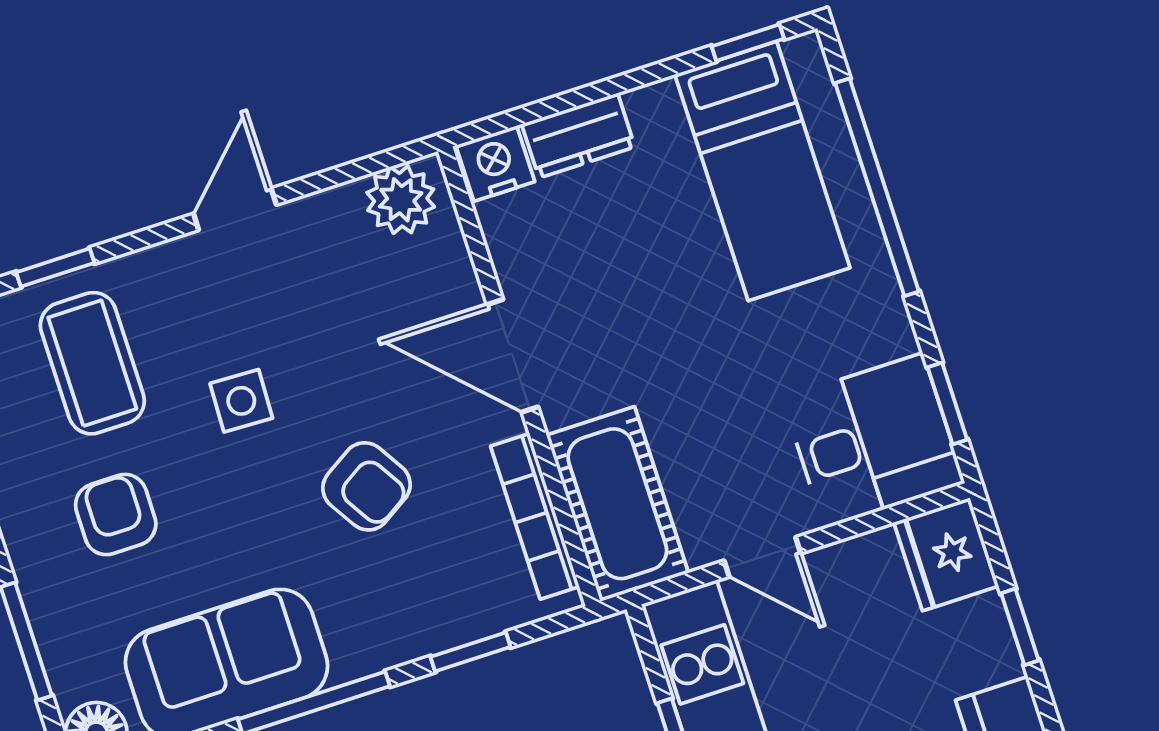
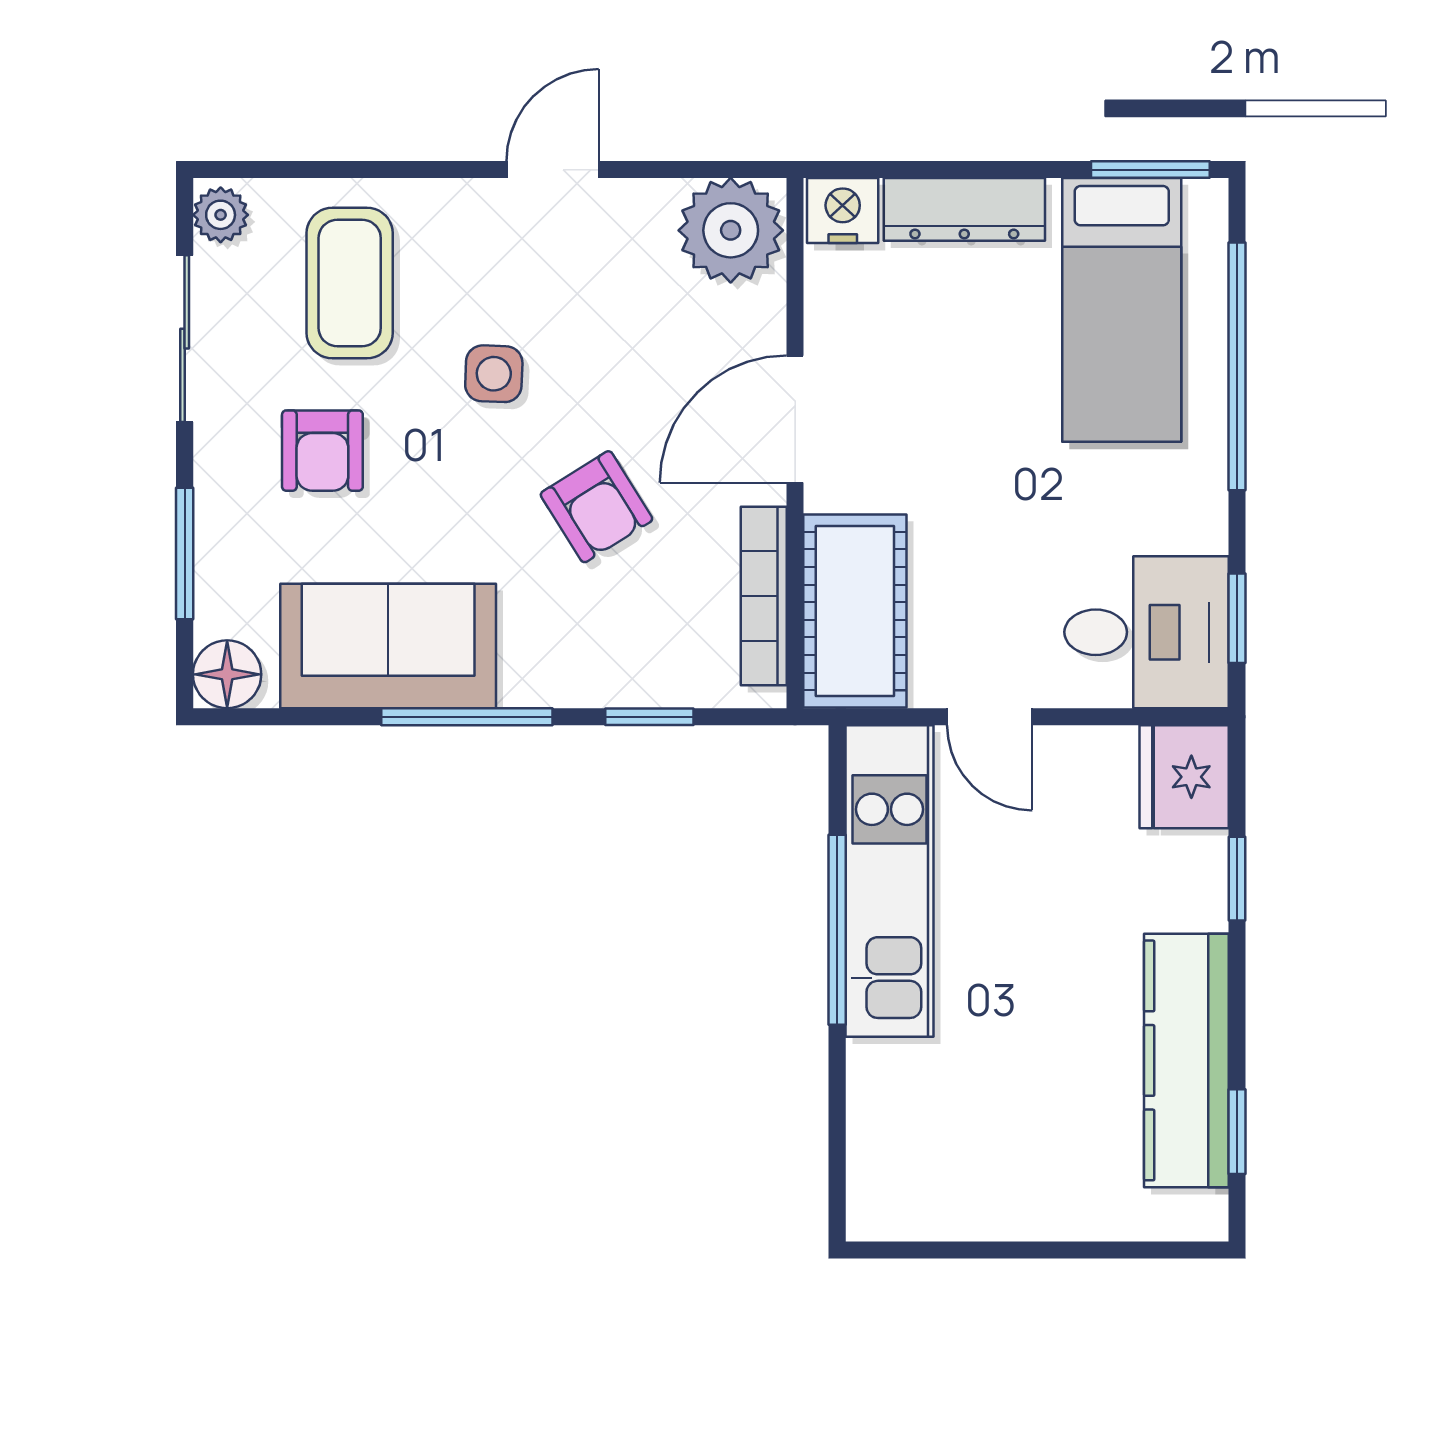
window: (748, 43) -> (1150, 170), width x1.50
dresser: (578, 136) -> (964, 209), width x1.44
plant: (401, 200) -> (731, 230), width x1.36, depth x1.36
window: (55, 268) -> (343, 170), removed
door: (512, 356) -> (795, 419), hinge flipped
armchair: (116, 515) -> (322, 451), turned 180

